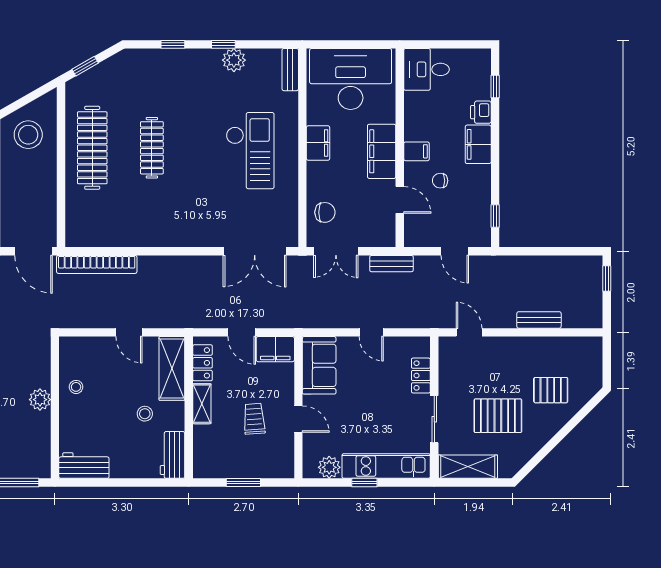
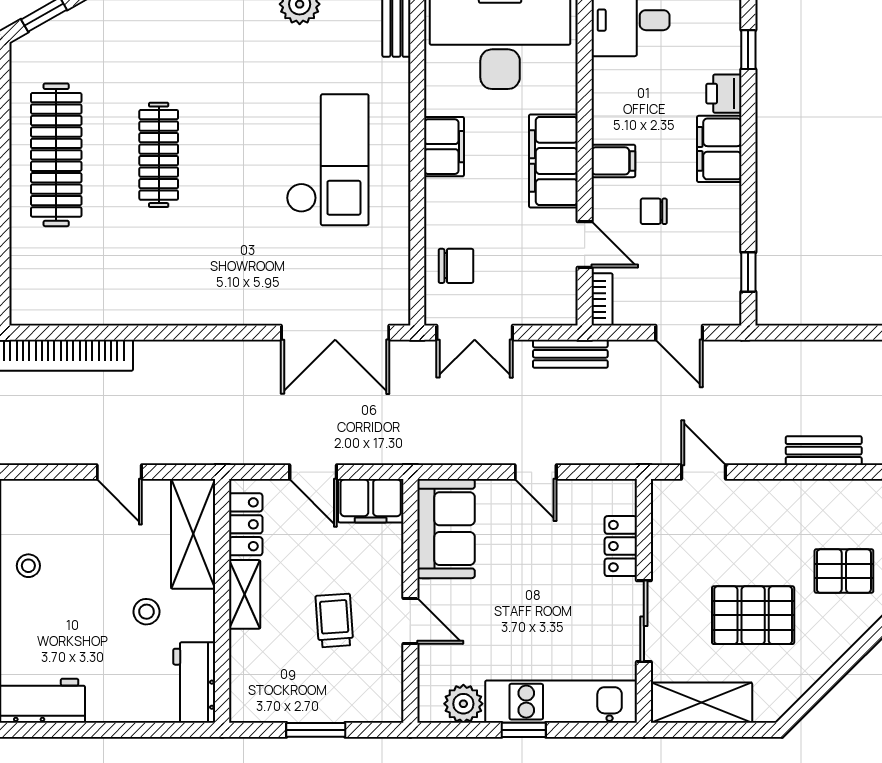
bookcase: (410, 232) -> (602, 299), added

